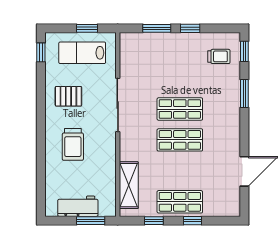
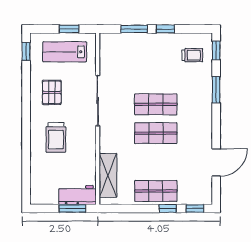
pallet: (68, 96) -> (52, 92), turned 90
workbench: (78, 206) -> (78, 195), moved
window: (154, 221) -> (195, 208), moved

